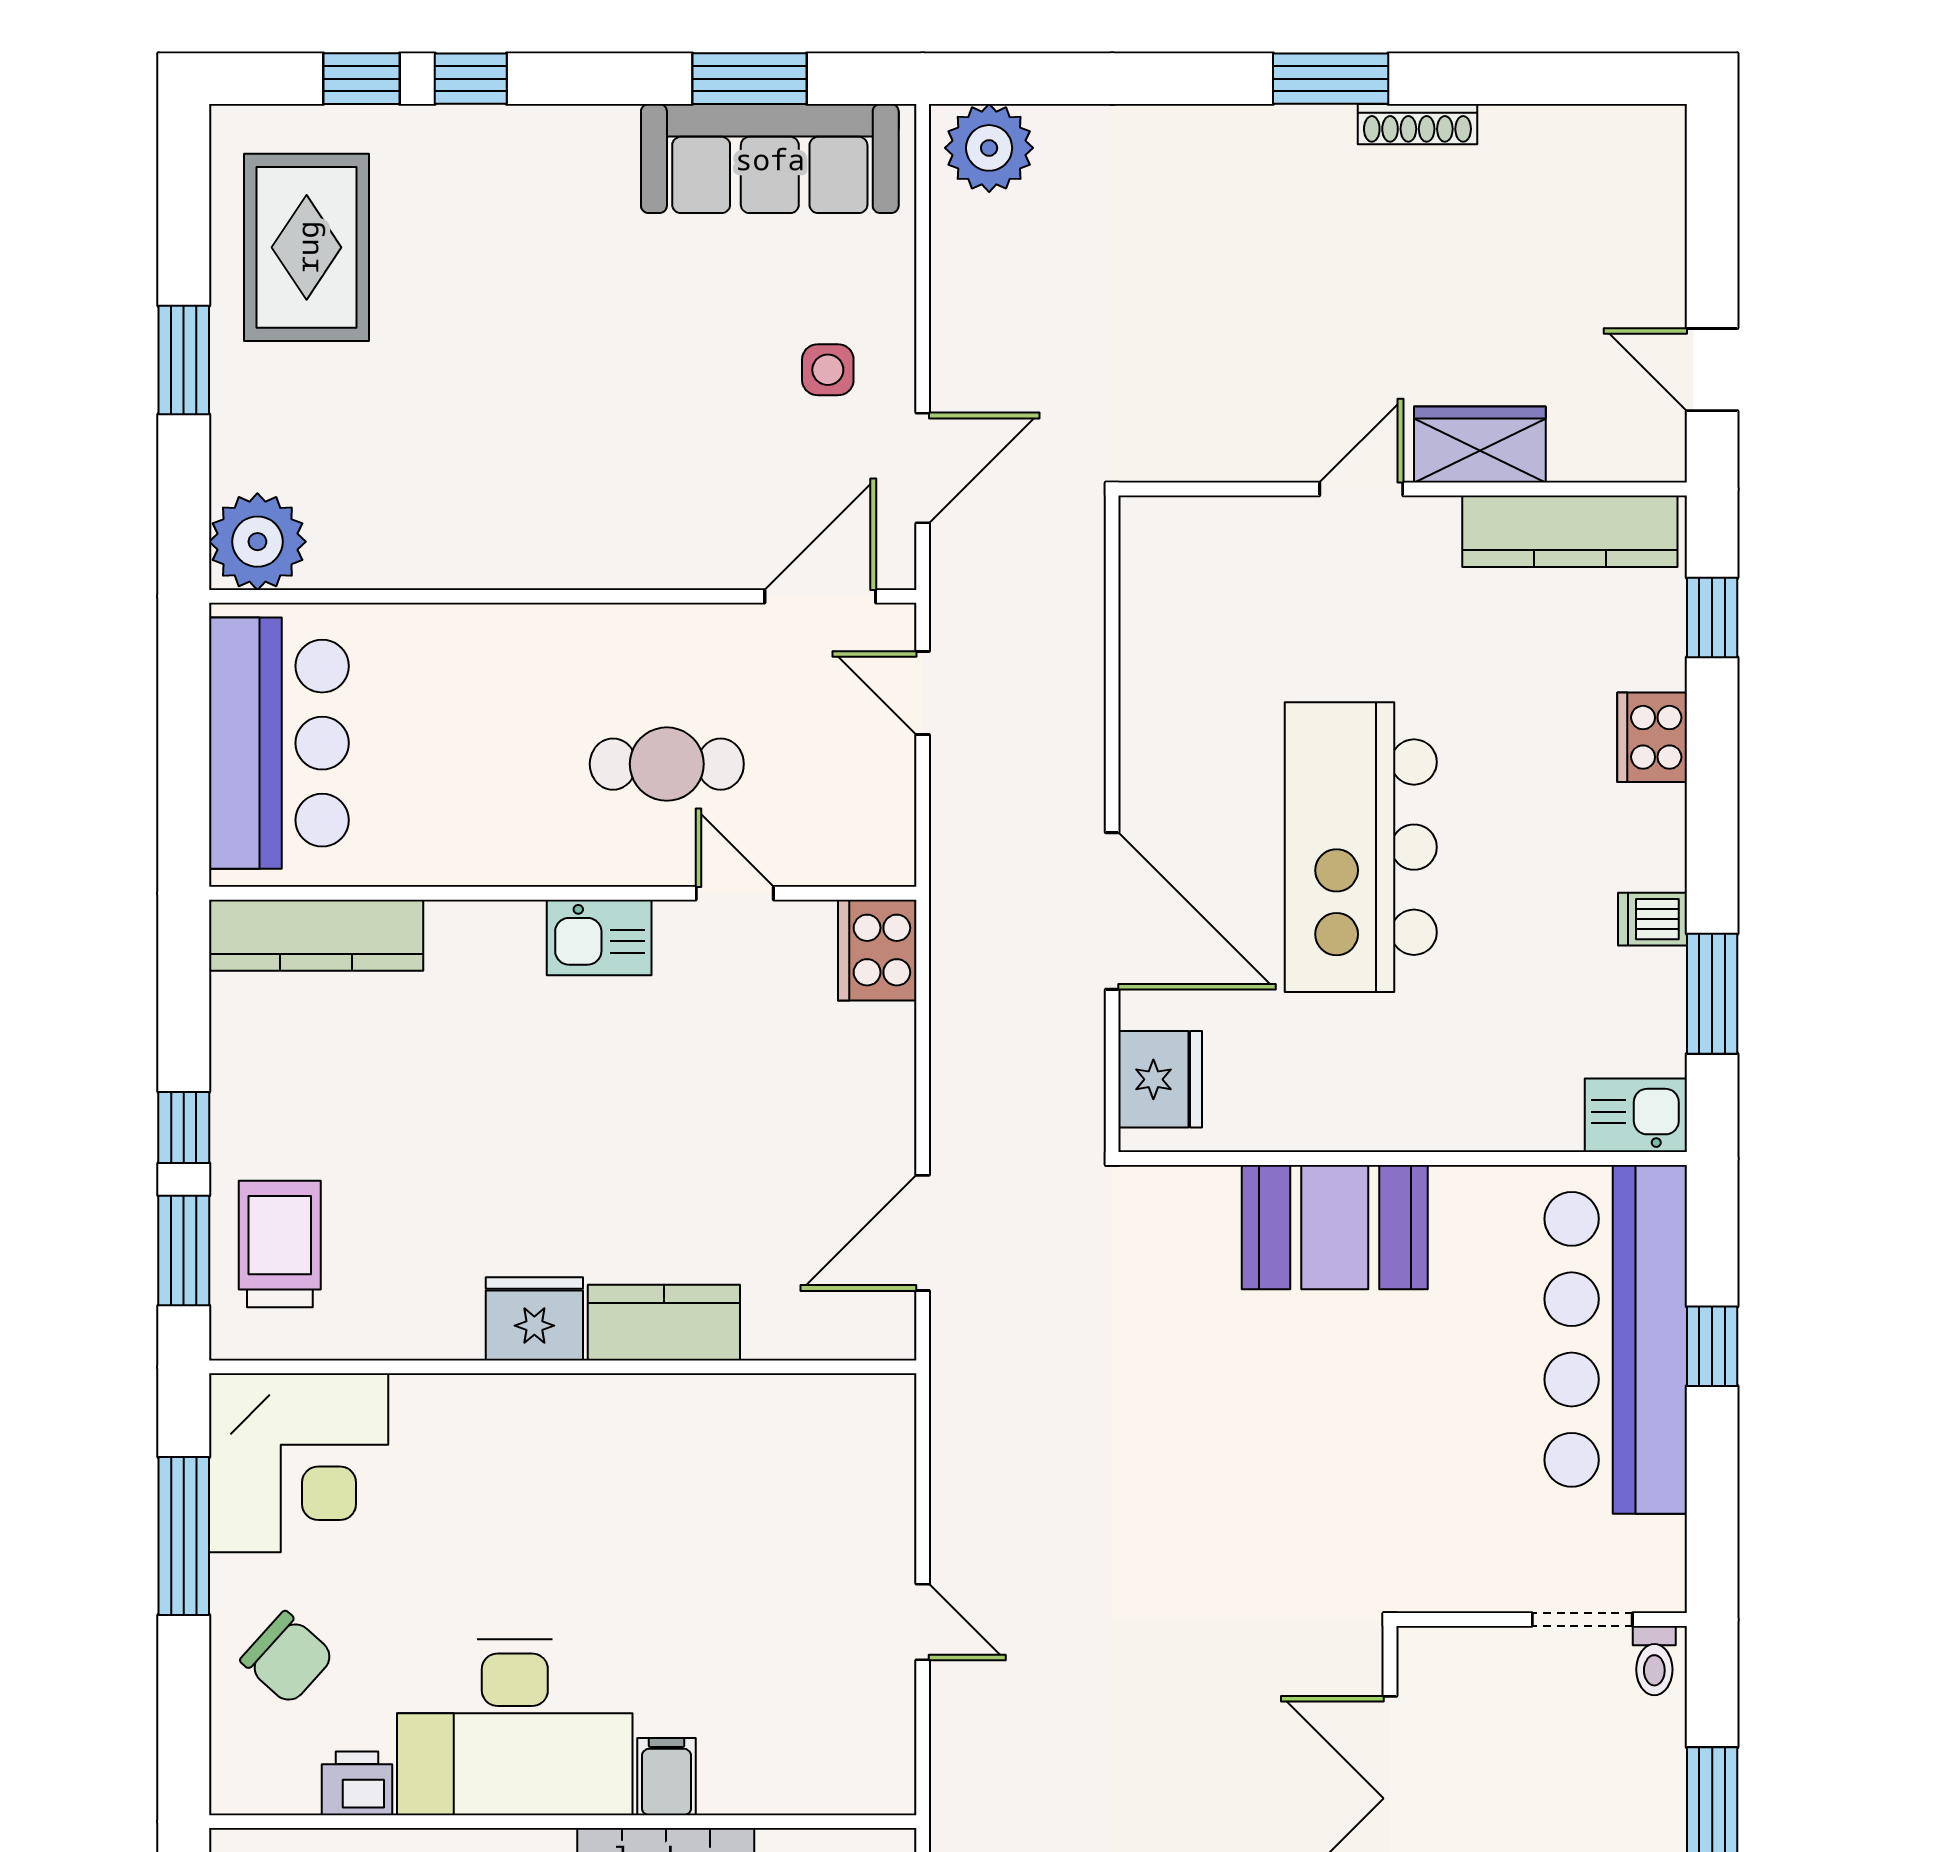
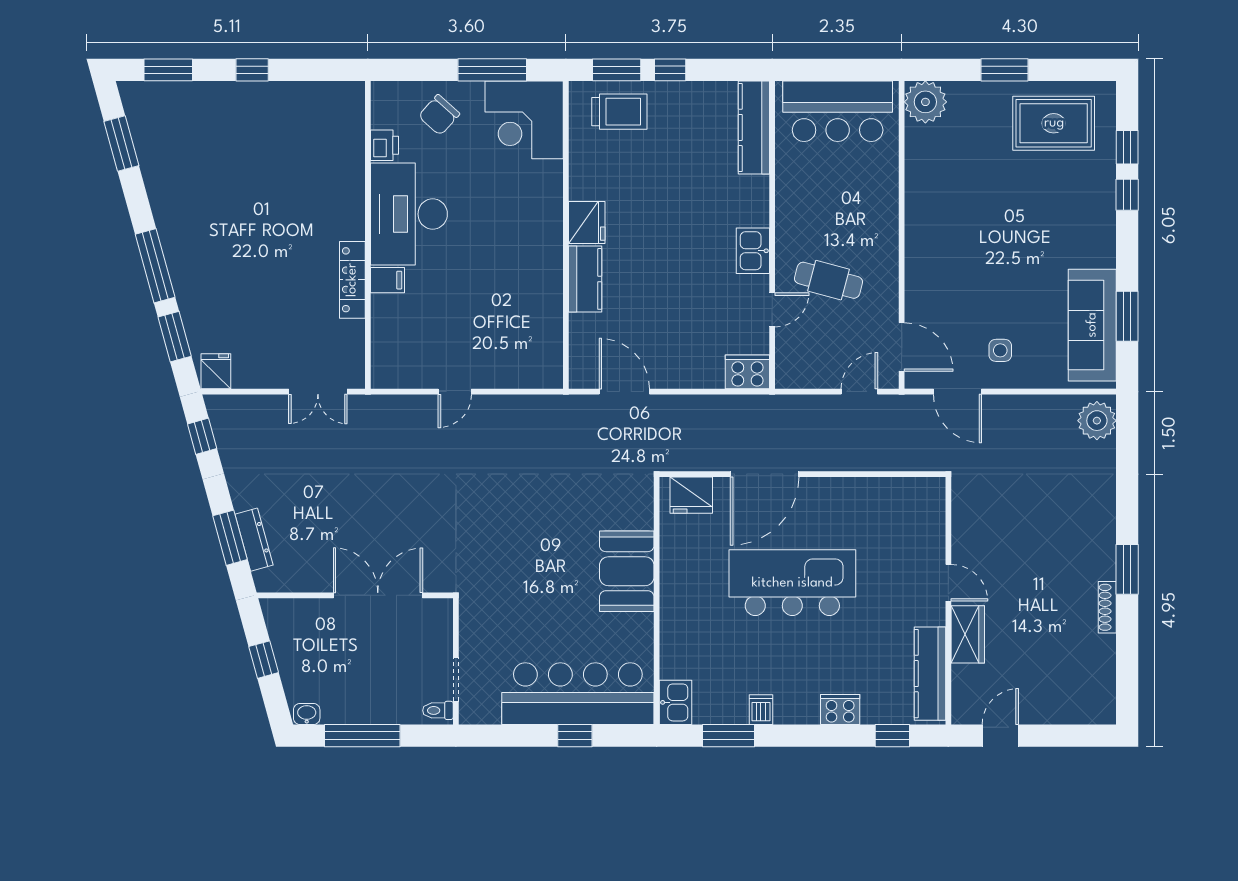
cafe table: (667, 764) -> (828, 280), turned -75

